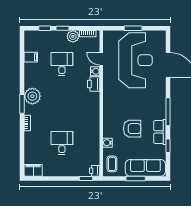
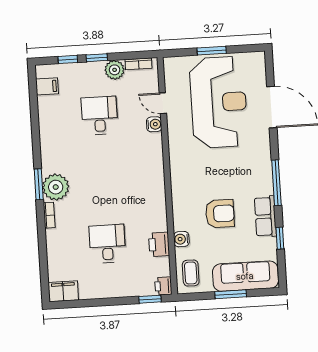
filing cabinet: (31, 57) -> (47, 86), moved
printer: (94, 84) -> (159, 244), moved
plant: (32, 96) -> (56, 187), moved

